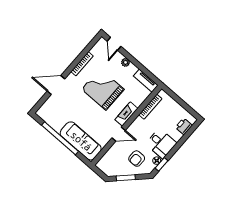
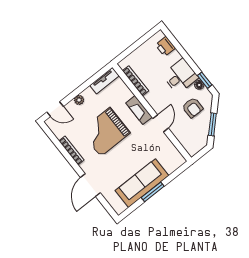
window: (60, 138) -> (153, 192), width x0.47
sofa: (81, 141) -> (142, 183), moved

